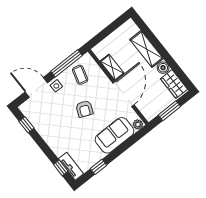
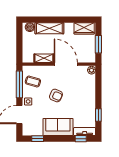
boiler: (163, 68) -> (30, 27), moved
sofa: (115, 135) -> (58, 127), moved, turned 90

